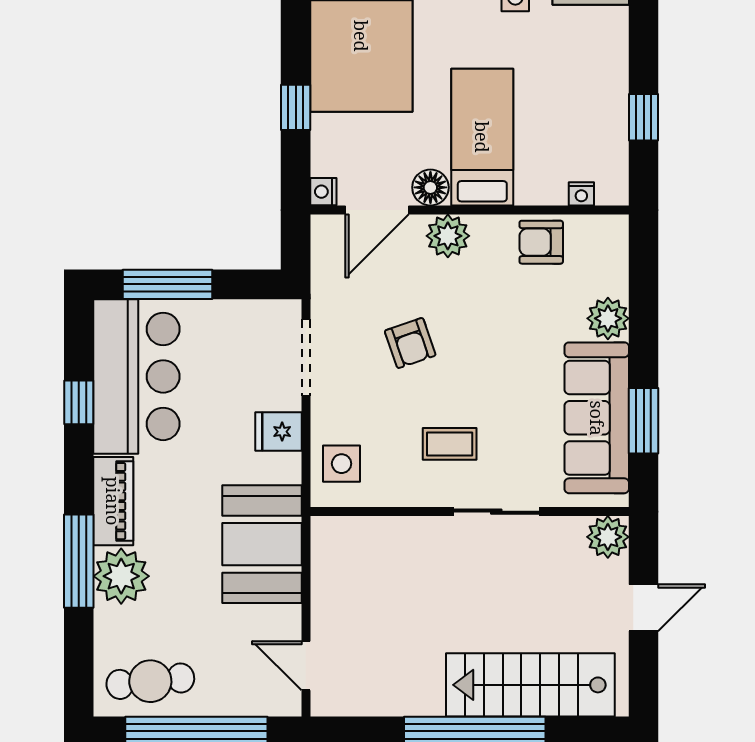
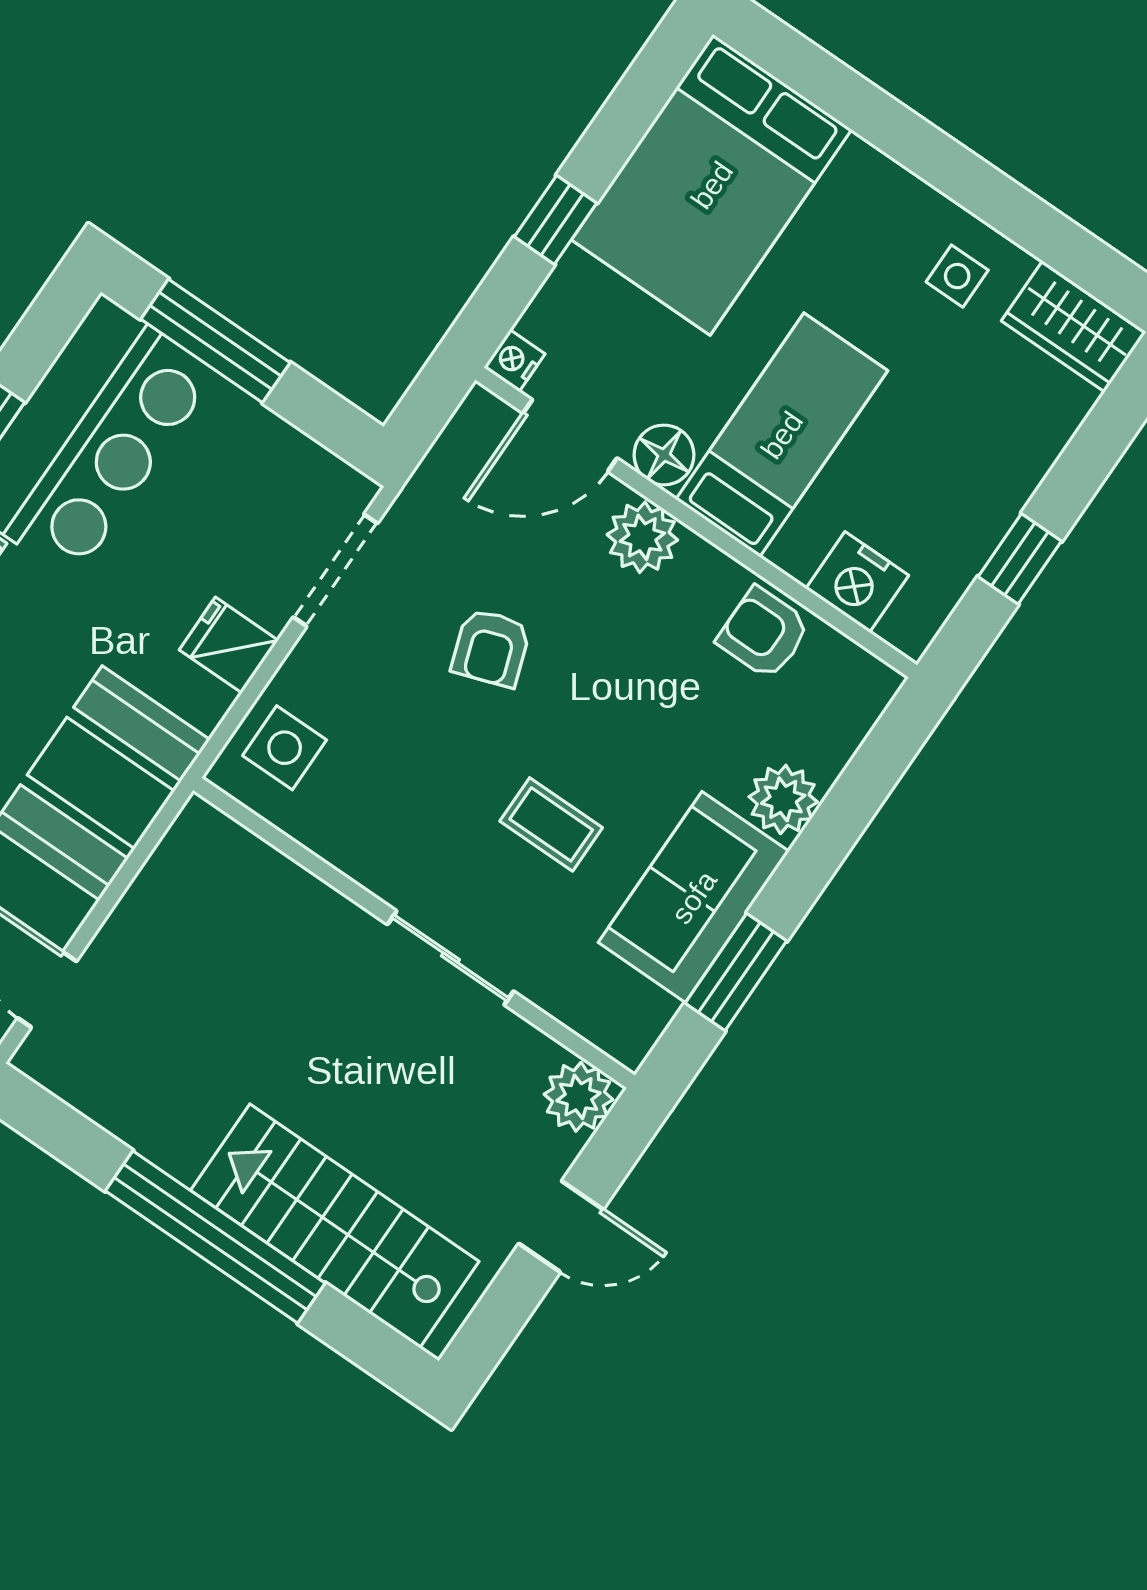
nightstand: (581, 194) -> (857, 582), width x1.89, depth x1.79
sofa: (597, 418) -> (694, 897), width x0.73
coffee table: (450, 444) -> (551, 824), moved

